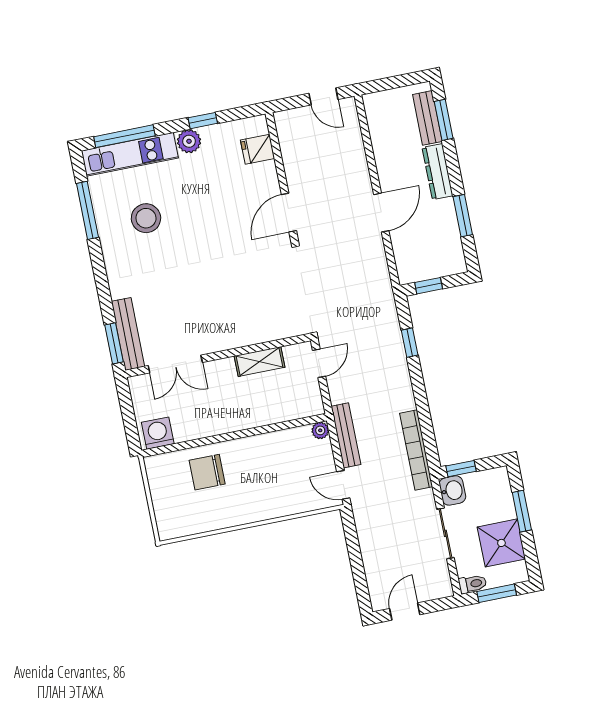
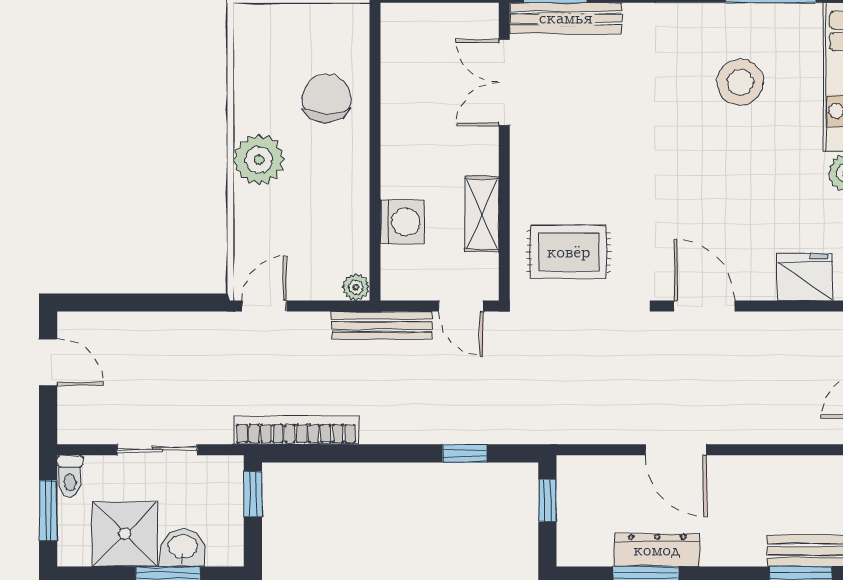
fridge: (258, 149) -> (805, 277), width x1.38
dresser: (438, 172) -> (657, 550), moved
rug: (272, 303) -> (569, 252), added
washing machine: (158, 433) -> (402, 222), moved
bench: (346, 435) -> (382, 326), moved
washbasin: (452, 490) -> (183, 548), moved, turned 180
plant: (253, 506) -> (259, 160), added

